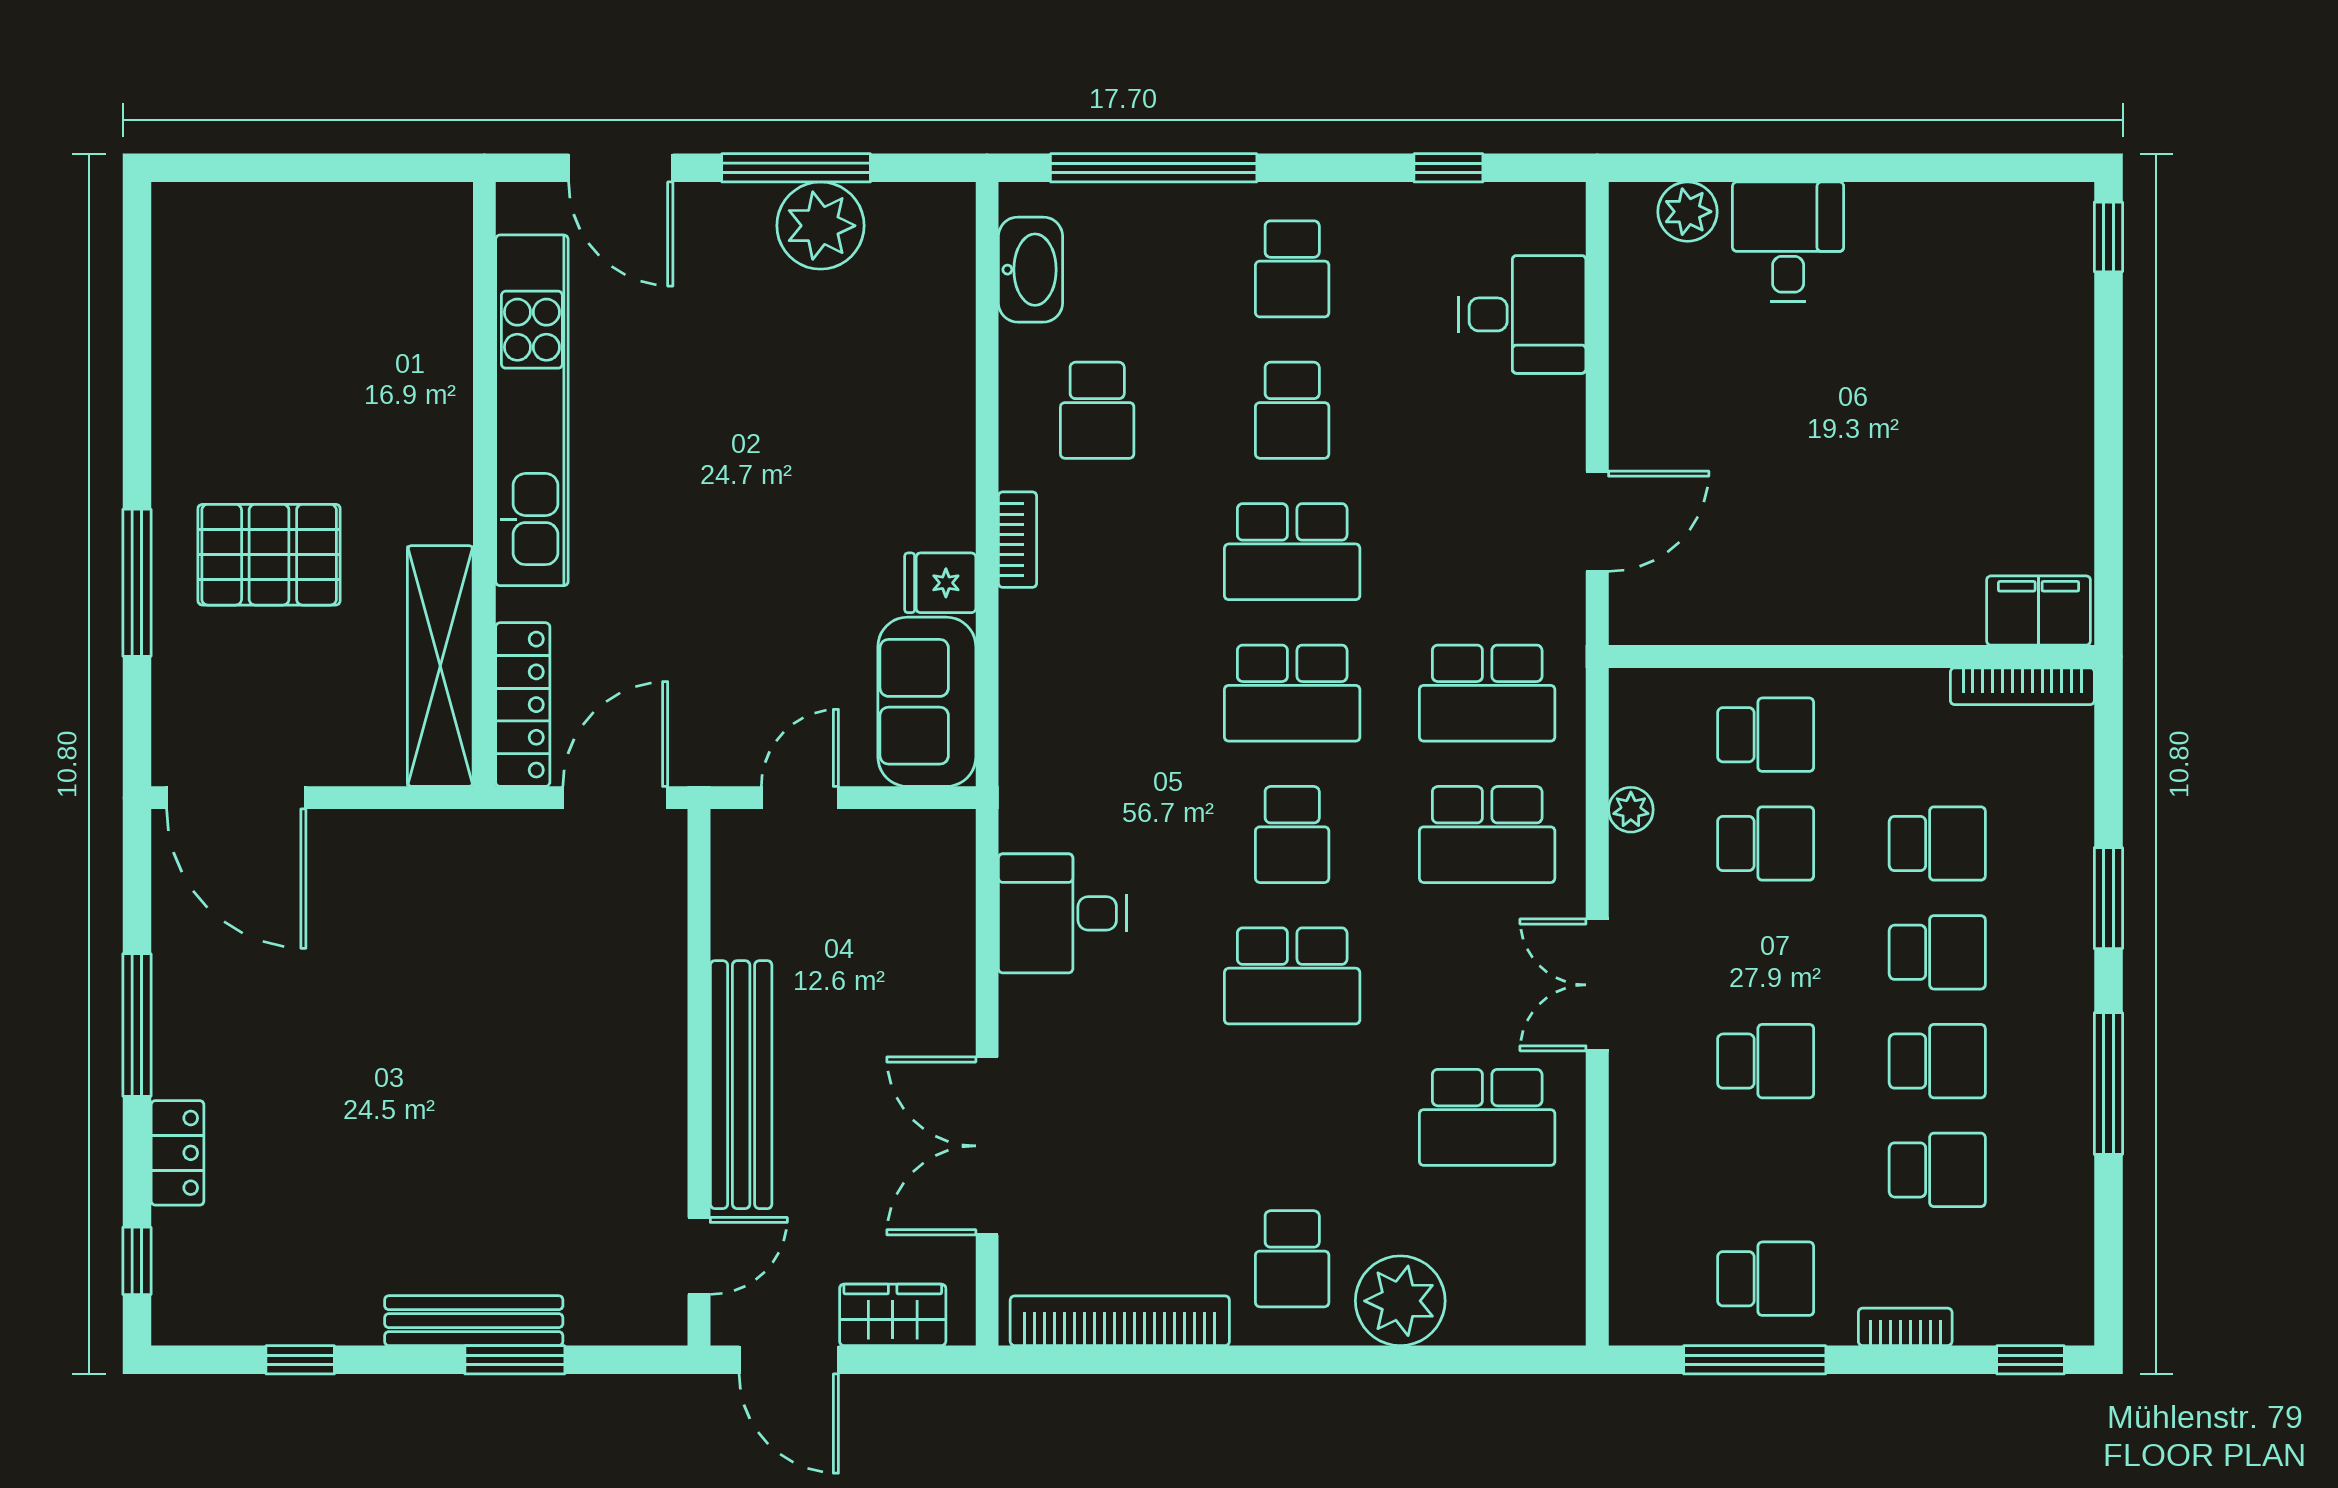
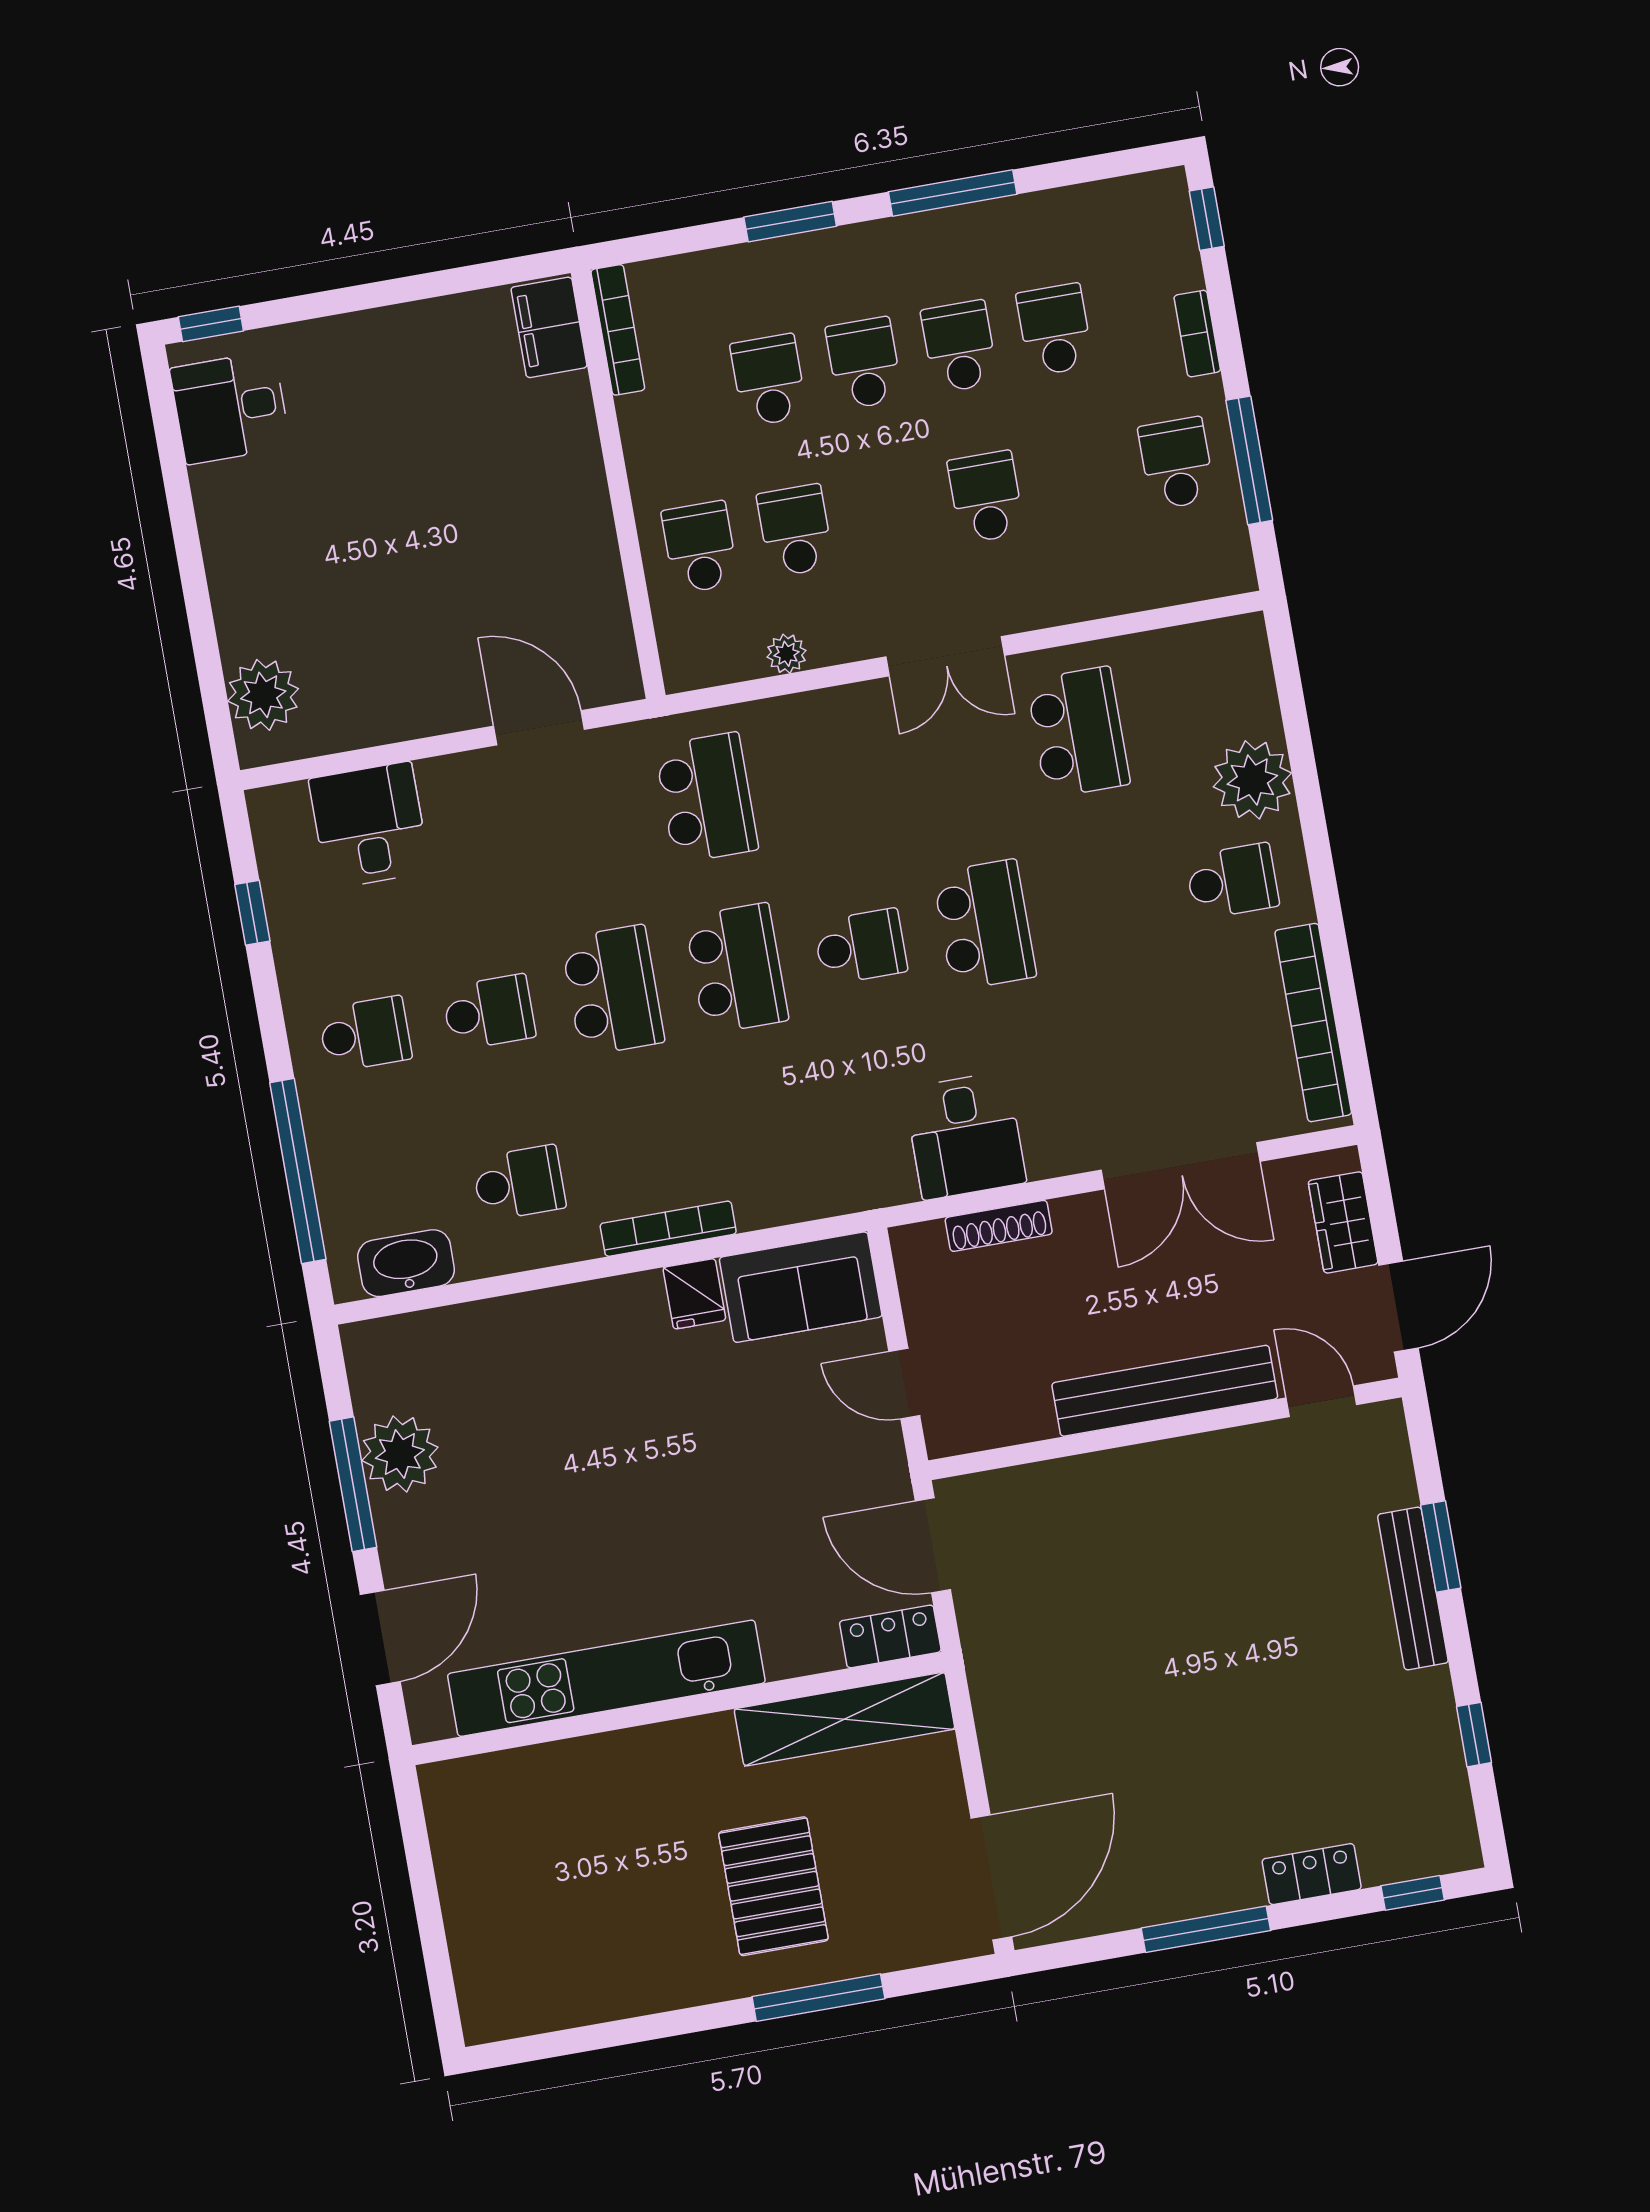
plant: (1688, 212) -> (263, 695), width x1.36, depth x1.36
desk: (1788, 242) -> (230, 408), moved
bookcase: (1018, 540) -> (668, 1229), width x1.56
locker: (523, 705) -> (890, 1636), width x0.66
school desk: (1487, 835) -> (830, 776), removed
shoe rack: (956, 933) -> (999, 1226), added

